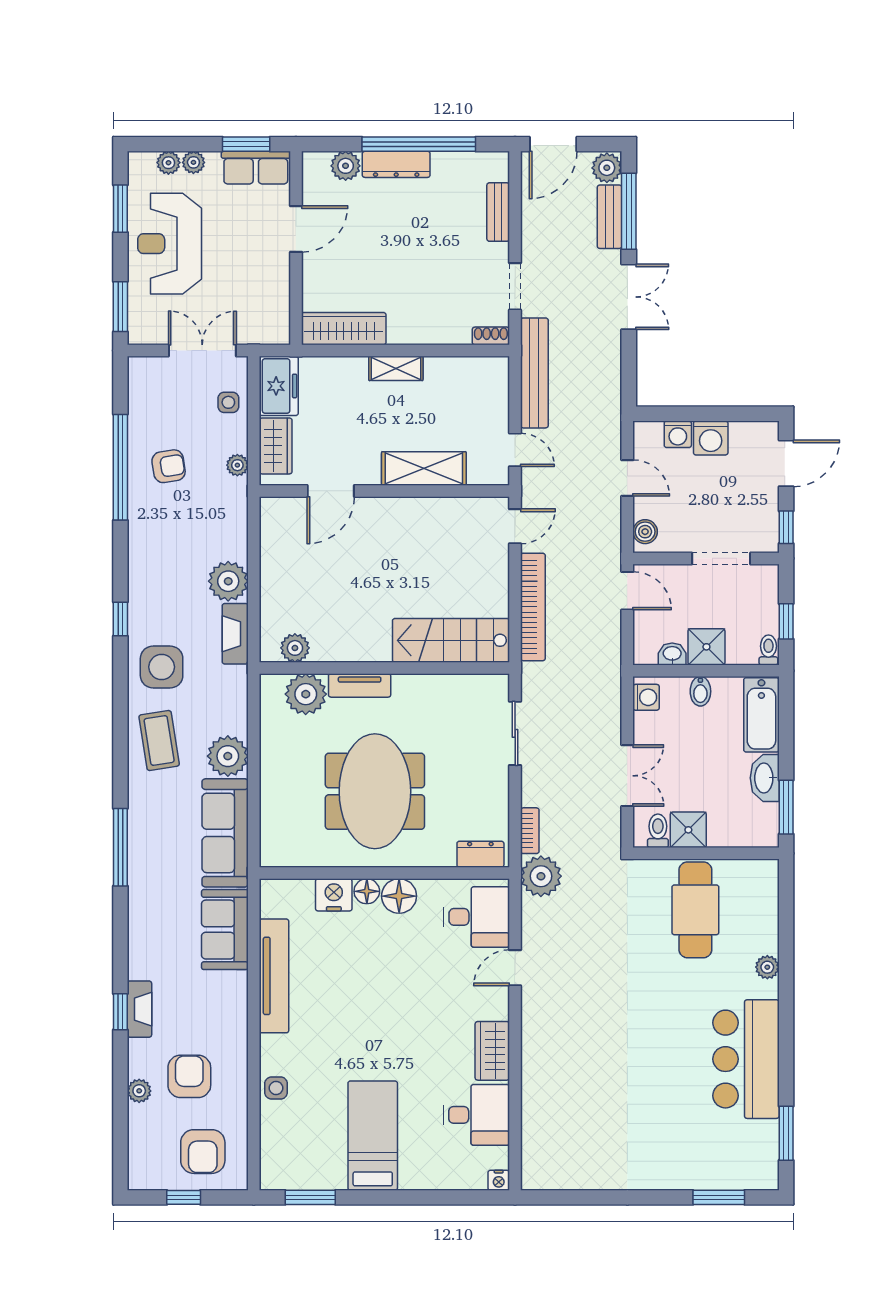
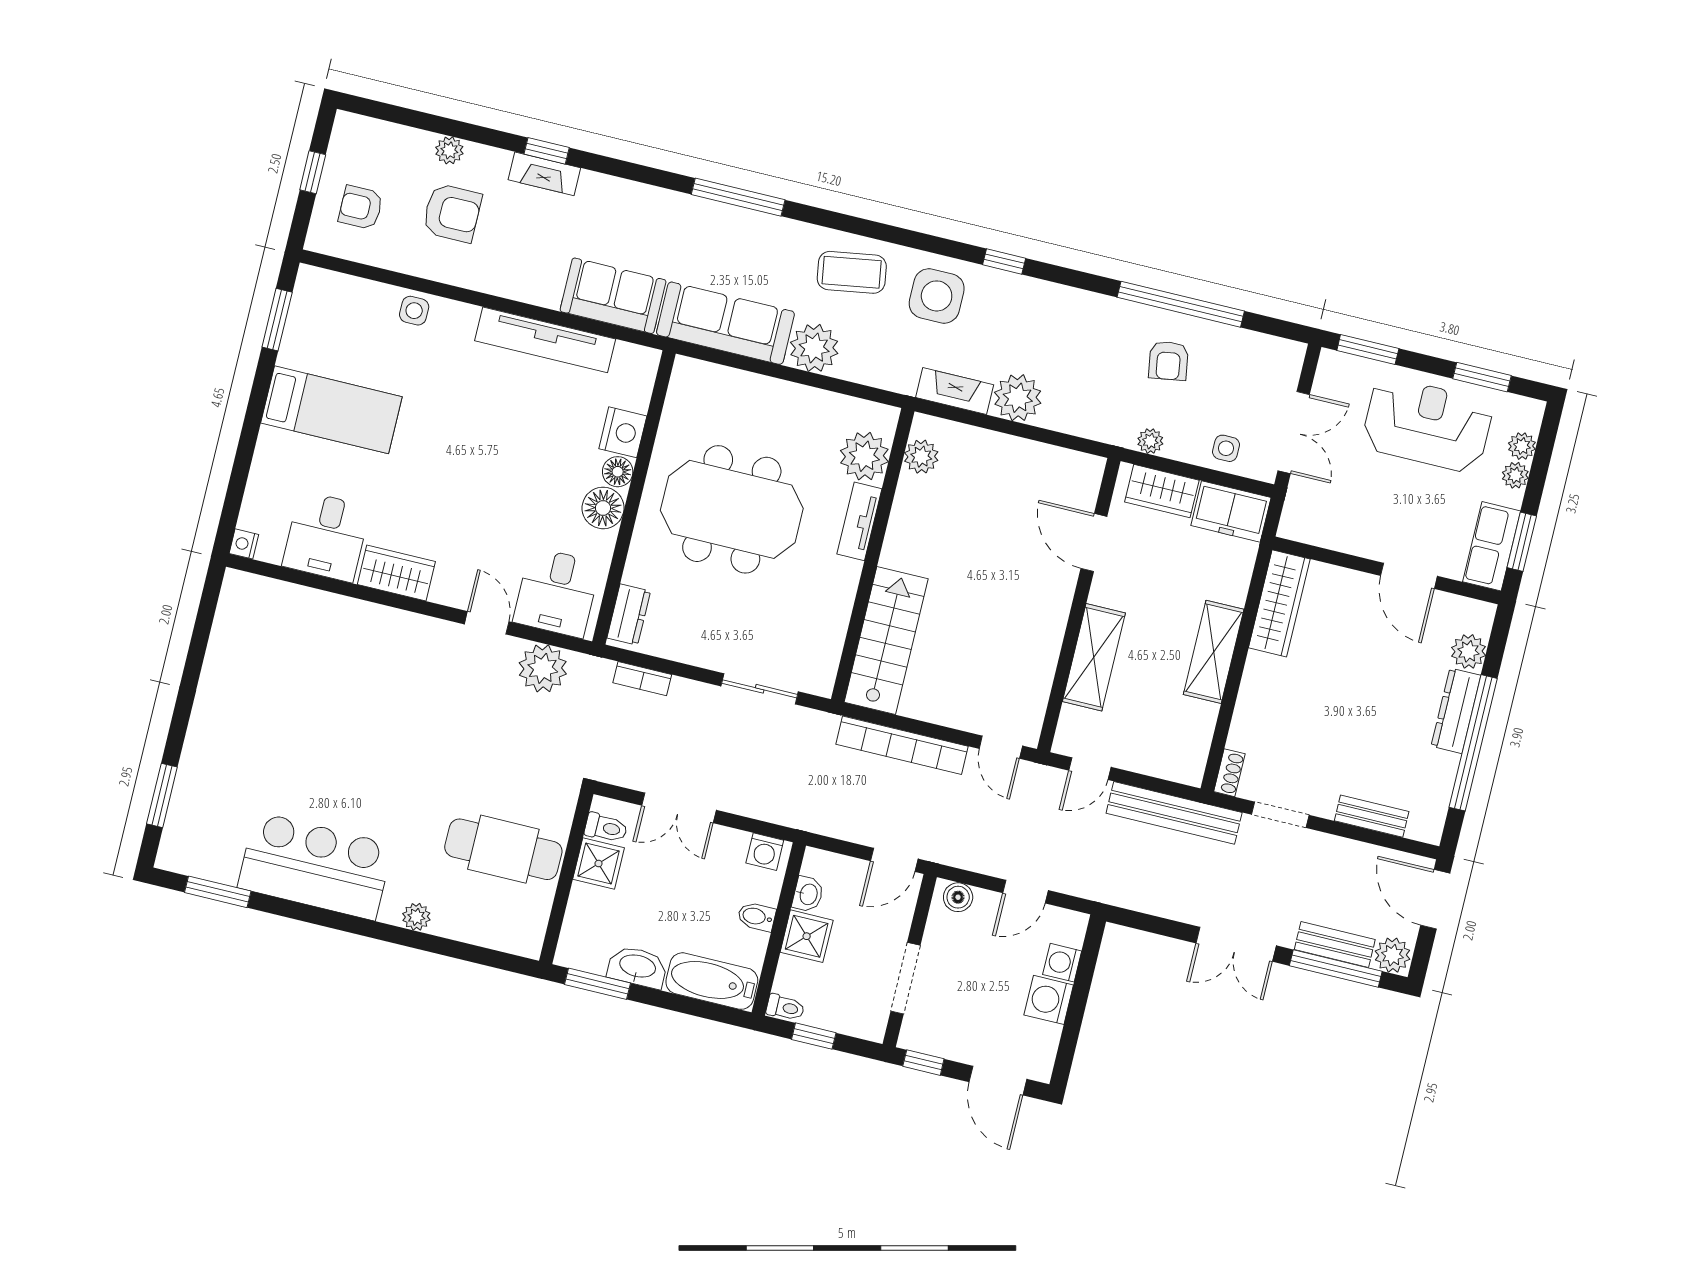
shelving: (396, 368) -> (1214, 652), width x1.50, depth x1.33
plant: (541, 876) -> (543, 668), moved
armchair: (203, 1152) -> (361, 207), width x0.72, depth x0.72

